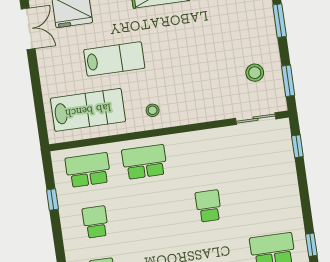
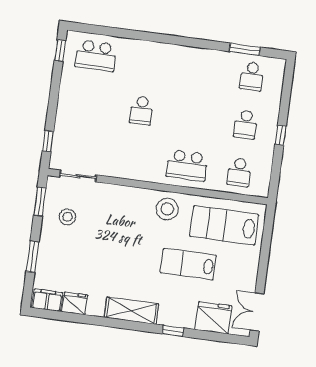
stool: (153, 110) -> (167, 209), width x1.89, depth x1.89
school desk: (88, 170) -> (239, 172), width x0.54
window: (52, 199) -> (281, 135), moved

